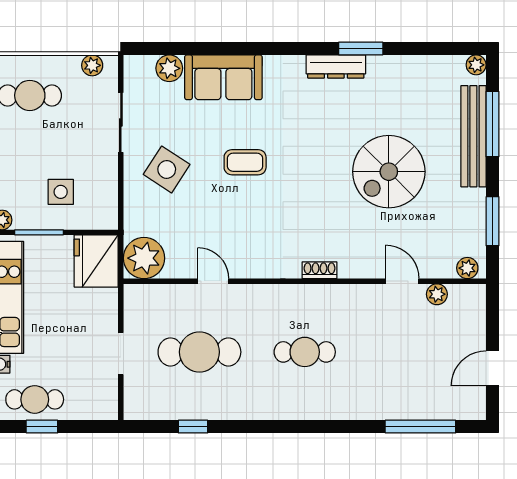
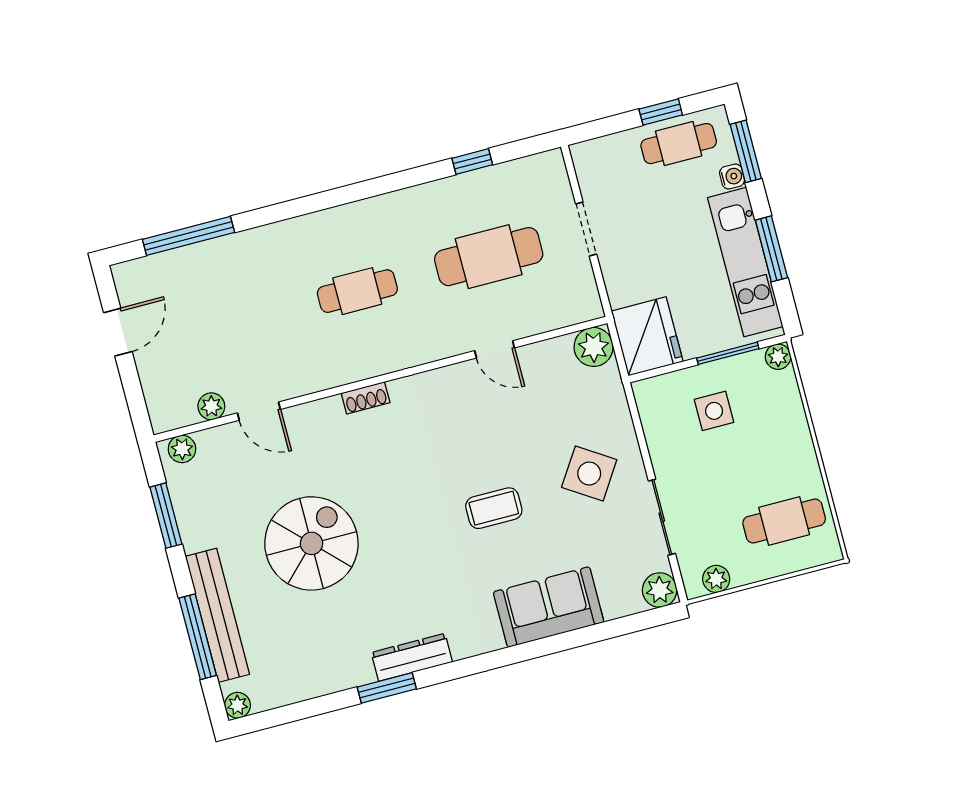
plant: (169, 68) -> (660, 590), moved
plant: (144, 258) -> (594, 347), width x0.73, depth x0.73

